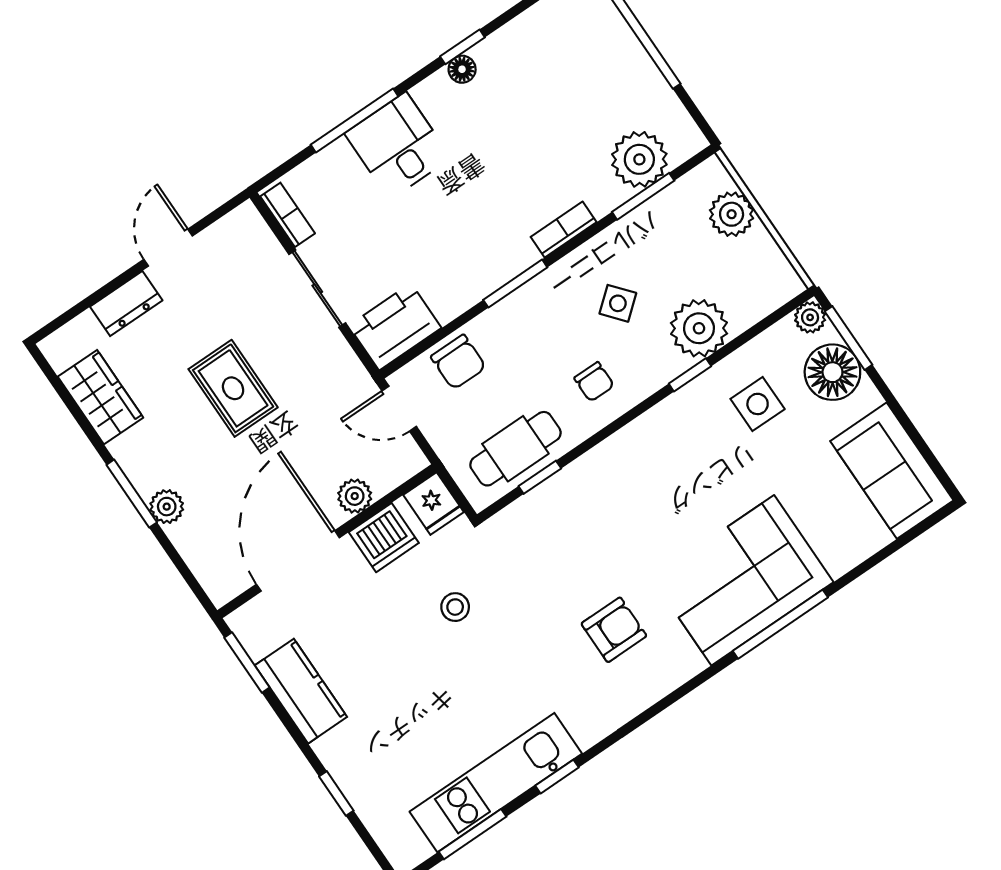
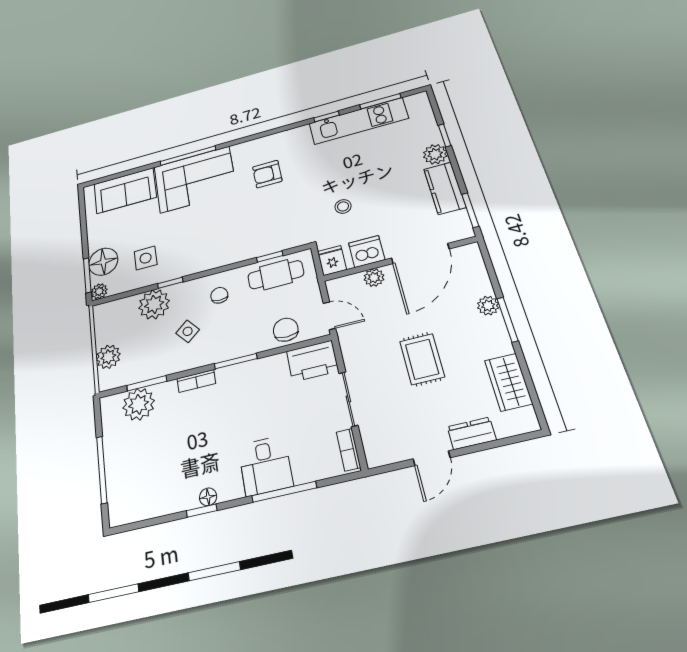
sofa: (892, 471) -> (125, 191), moved, turned 90
plant: (339, 752) -> (435, 154), added

